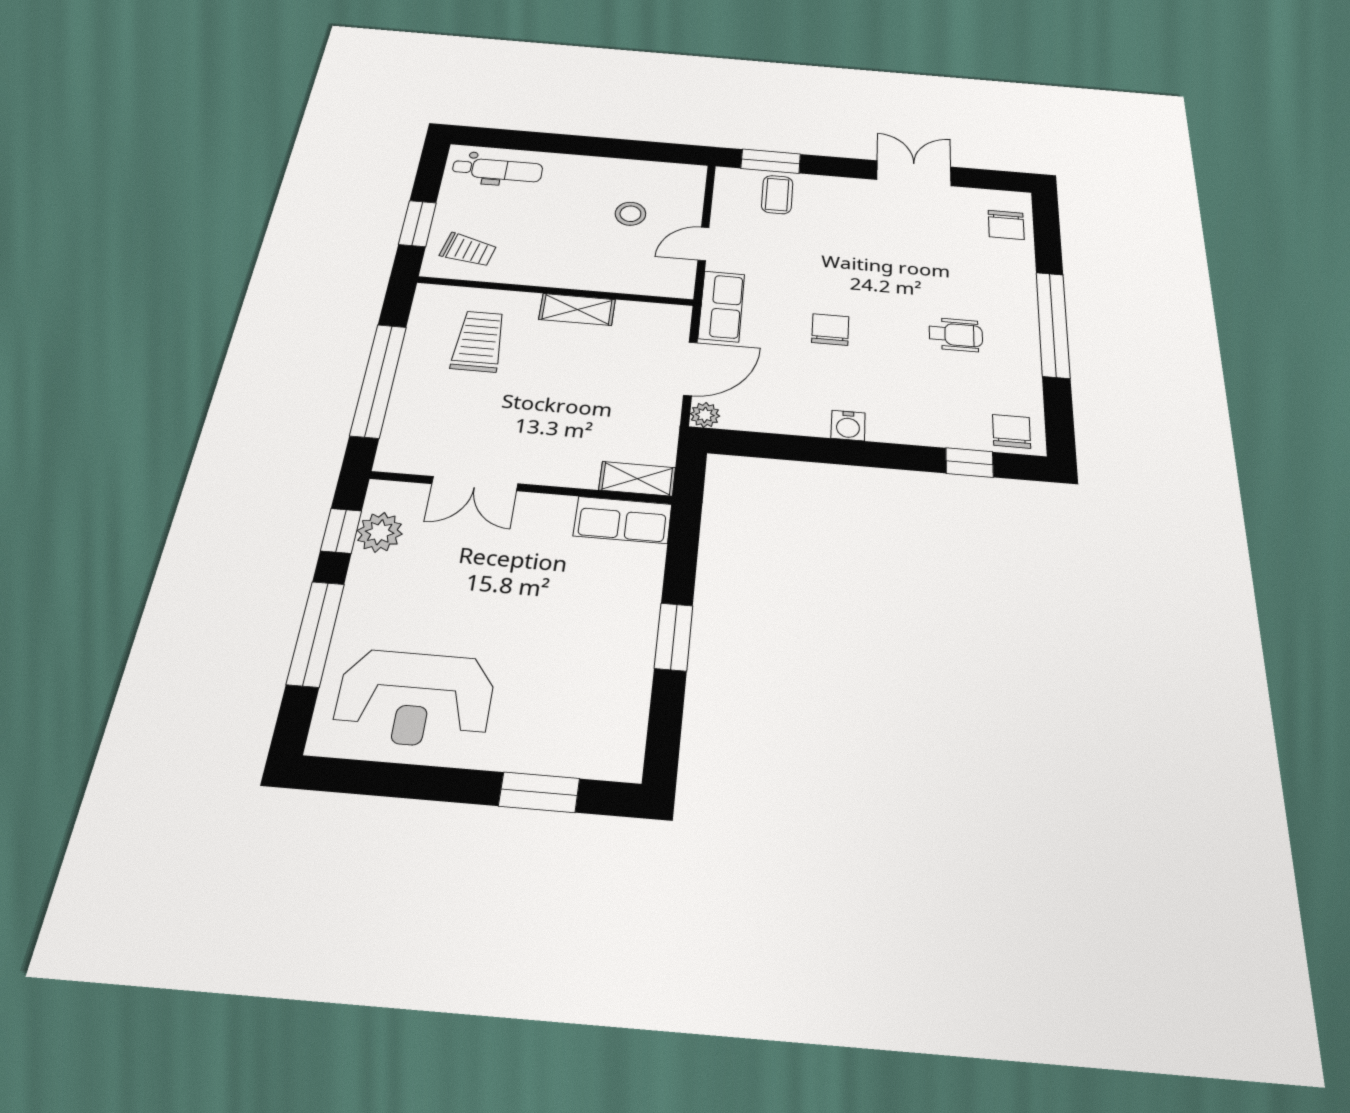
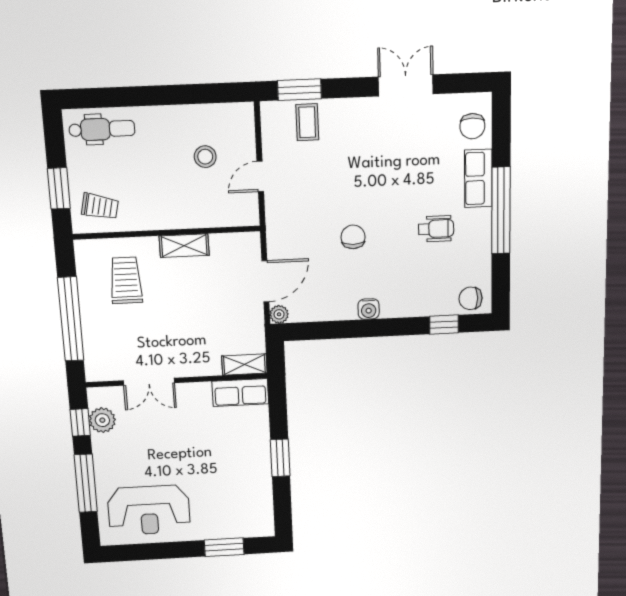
row of seats: (721, 306) -> (478, 178), moved, turned 180
chair: (1012, 431) -> (471, 298), turned -90

